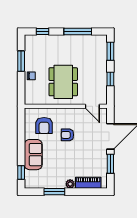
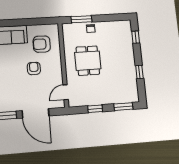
window: (78, 31) -> (139, 72), width x0.46
window: (21, 61) -> (81, 19), moved
dining table: (63, 82) -> (88, 61), width x0.73

